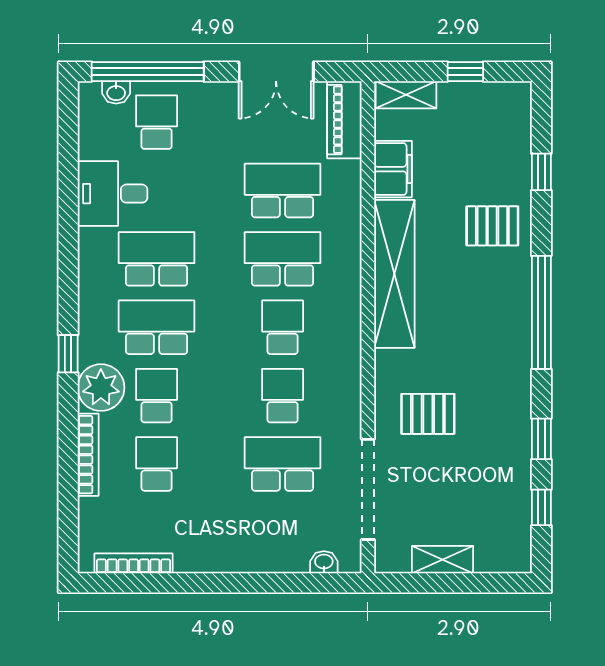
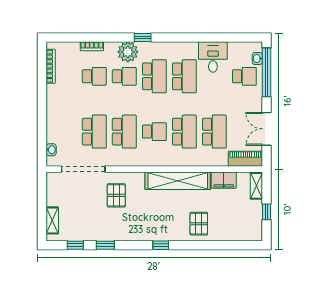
window: (541, 172) -> (222, 245), removed
window: (541, 312) -> (161, 245), width x0.32
school desk: (283, 396) -> (124, 132), width x1.85
bookcase: (88, 455) -> (92, 46), width x0.64
shelving: (443, 560) -> (52, 220), moved

